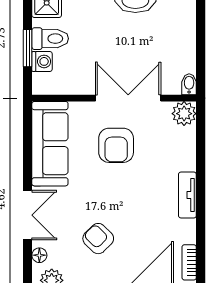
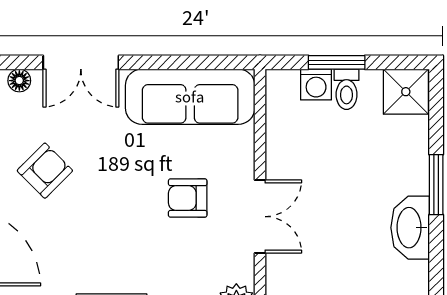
toilet: (50, 39) -> (347, 89), width x0.73, depth x0.72
double door: (128, 98) -> (260, 217), width x0.73
armchair: (116, 145) -> (188, 198), width x0.72, depth x0.72

